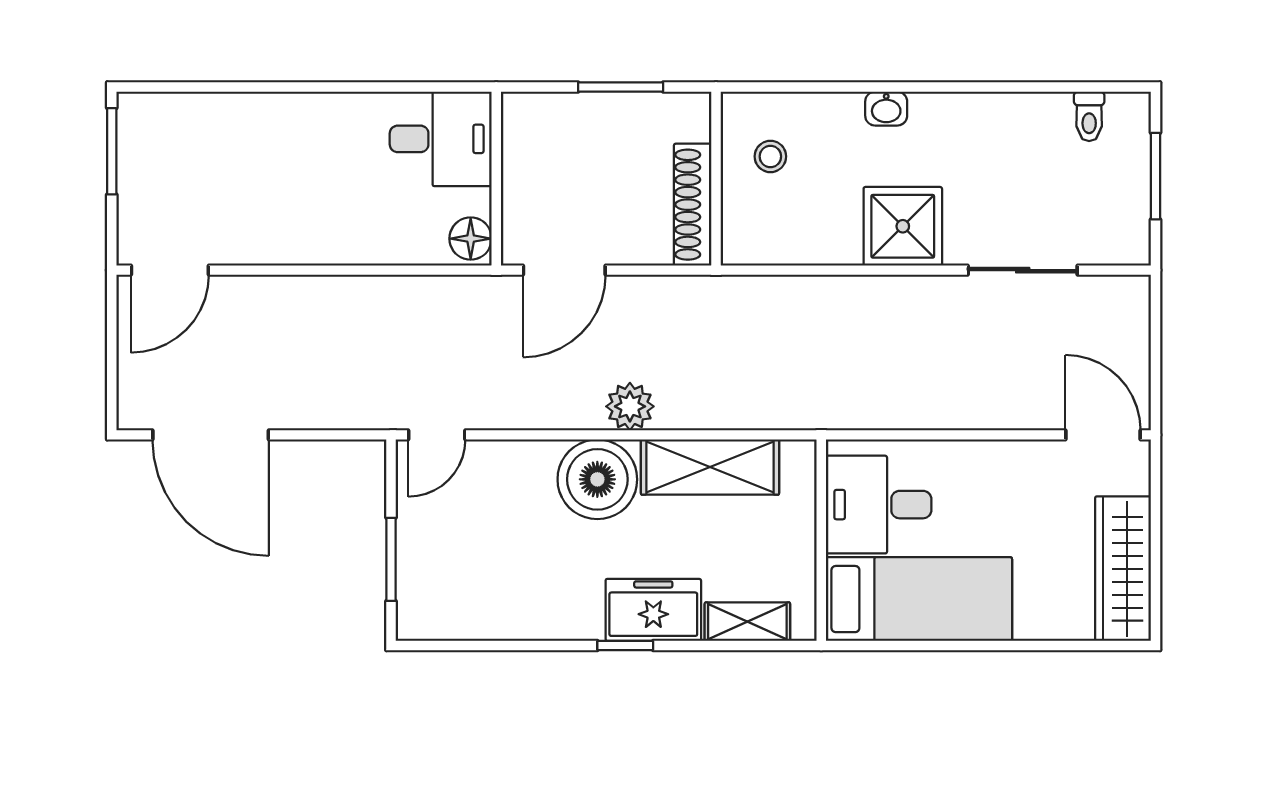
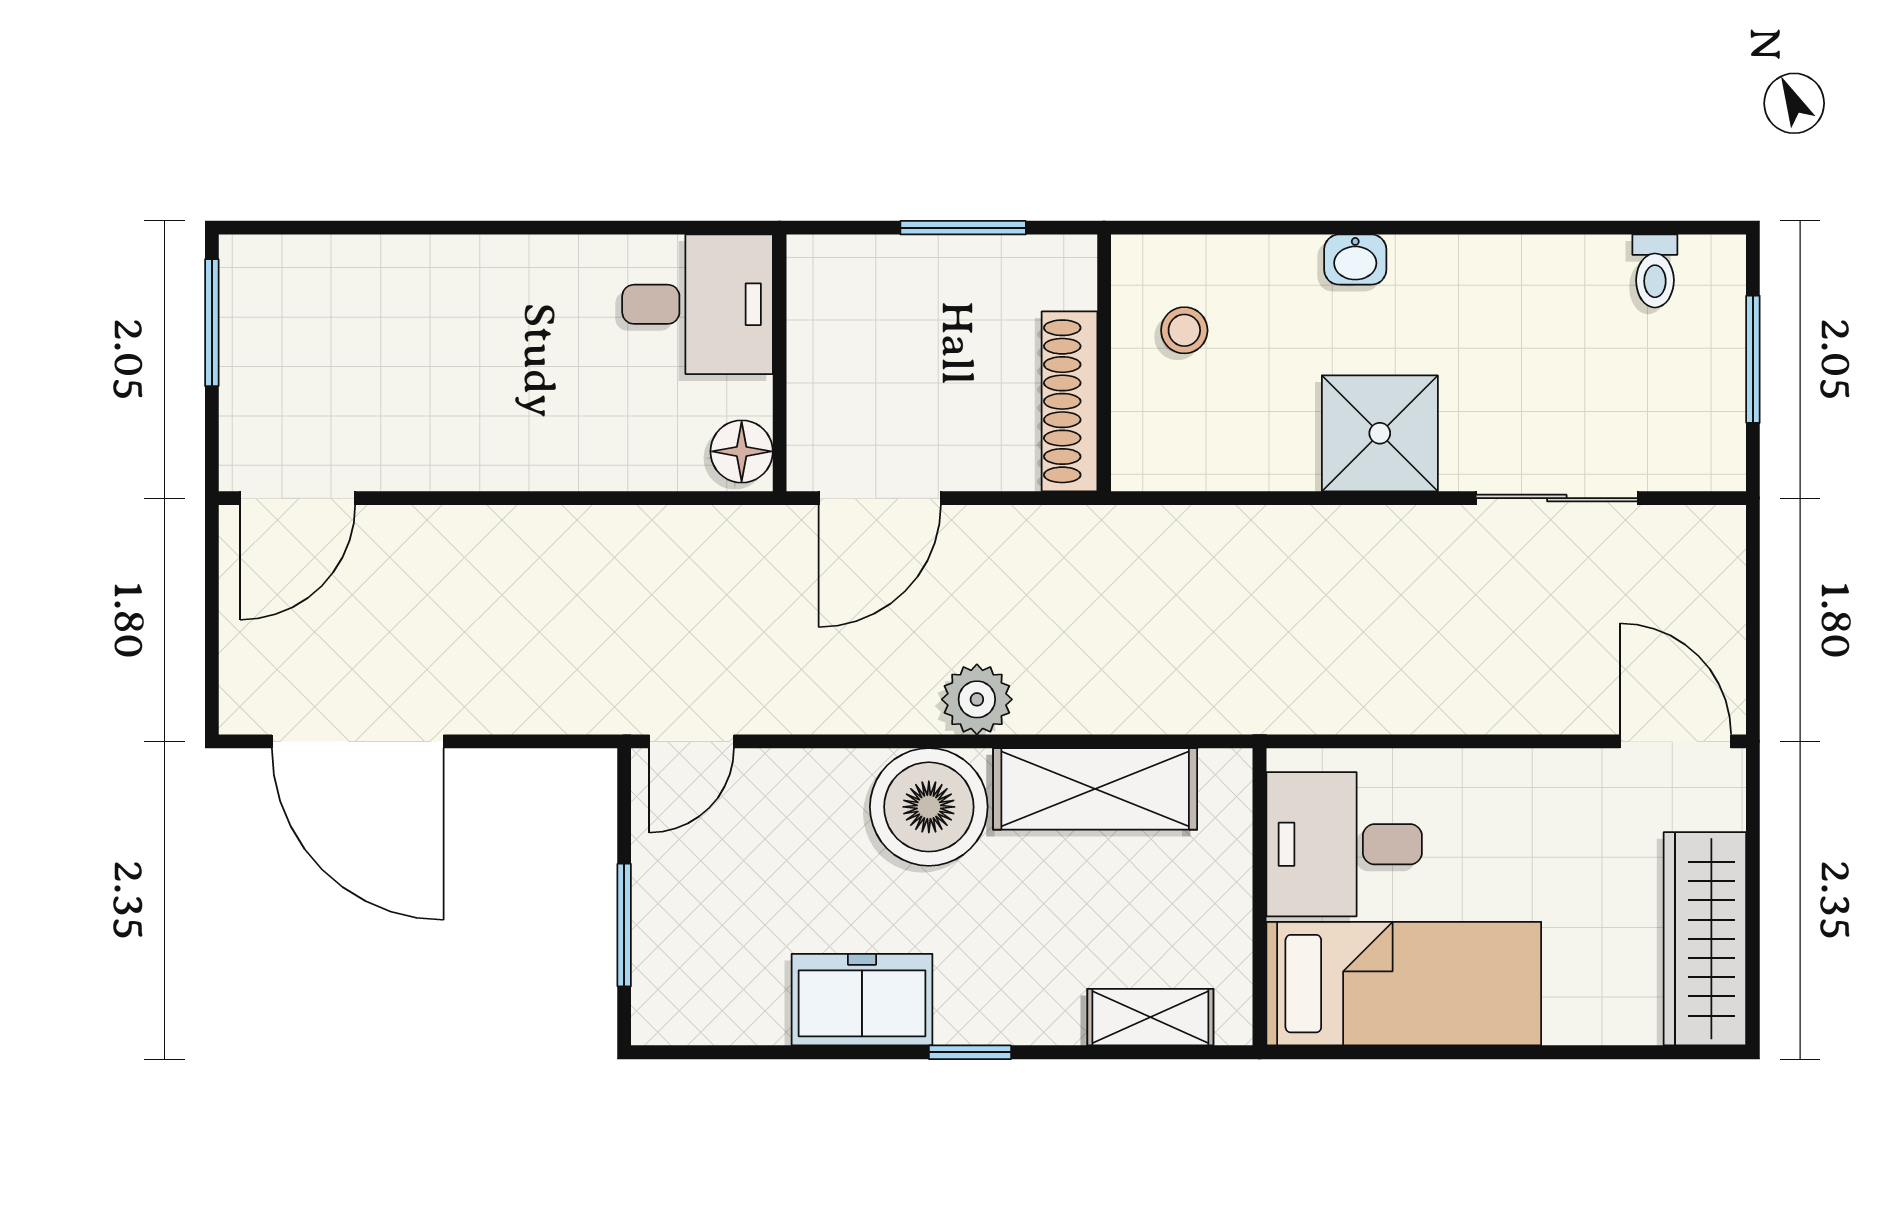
freezer: (653, 610) -> (862, 1000), moved

